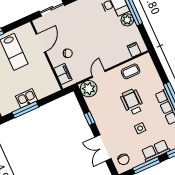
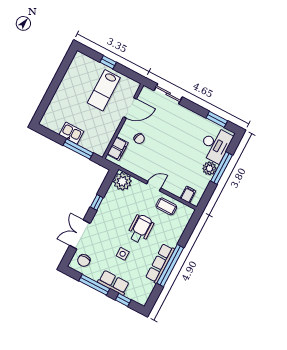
door: (99, 74) -> (154, 186), moved
window: (25, 110) -> (78, 149), moved

